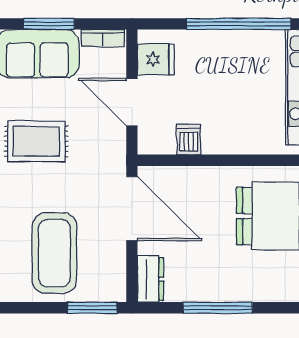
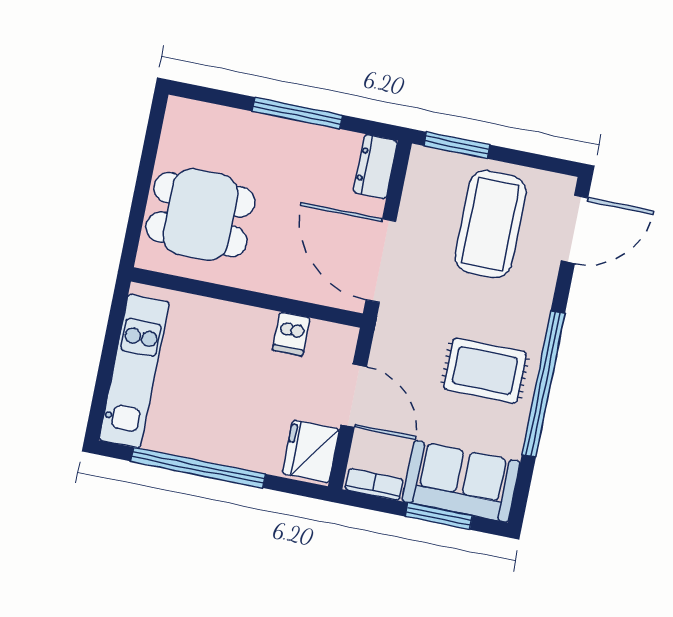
fridge: (156, 59) -> (311, 451), width x1.38

